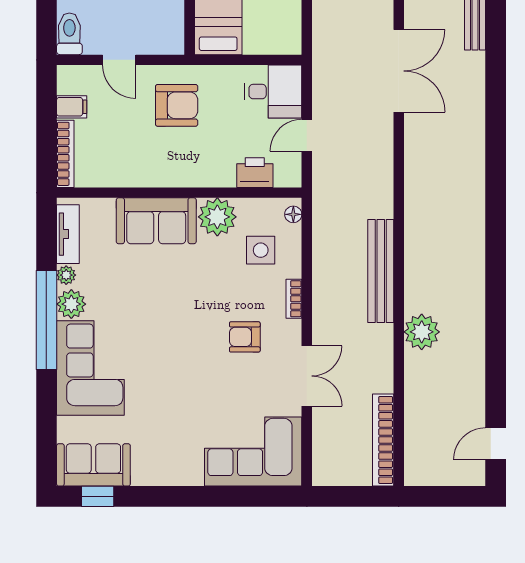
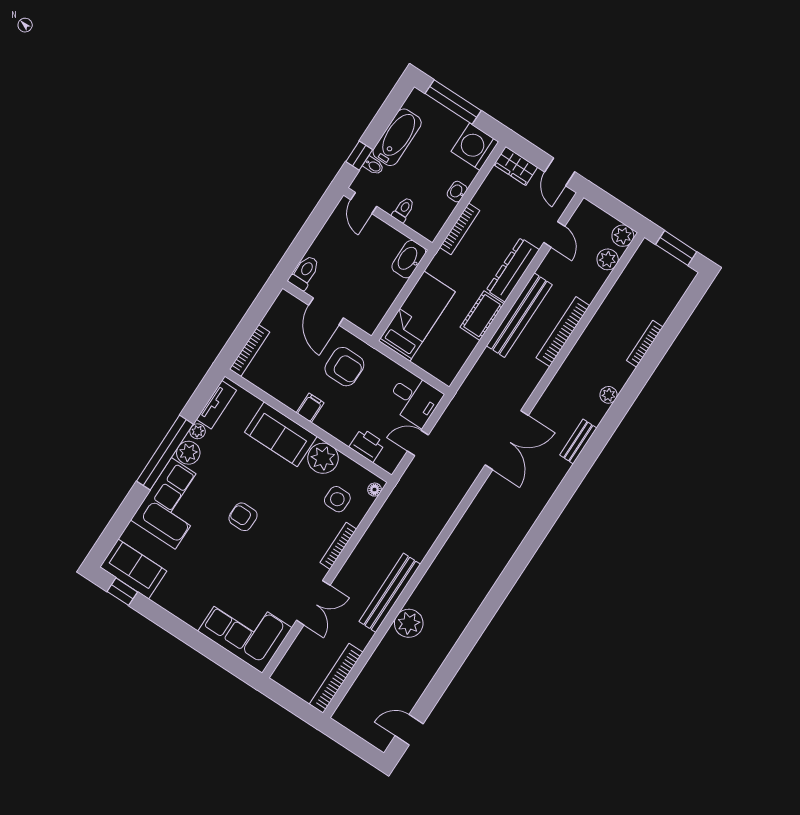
door: (119, 60) -> (326, 311), width x1.38
filing cabinet: (72, 107) -> (310, 408), moved, turned -90
bench: (381, 271) -> (390, 593), moved
bookcase: (294, 299) -> (338, 546), width x1.56
armchair: (245, 337) -> (243, 517), moved

